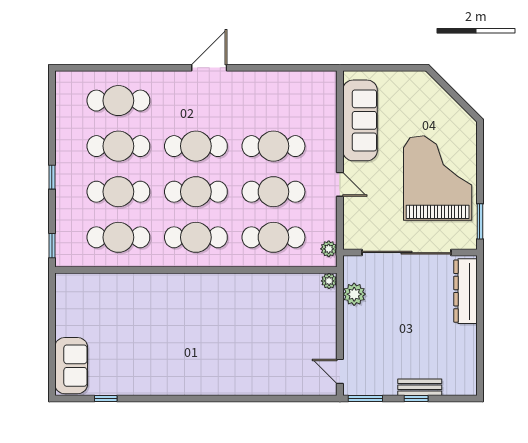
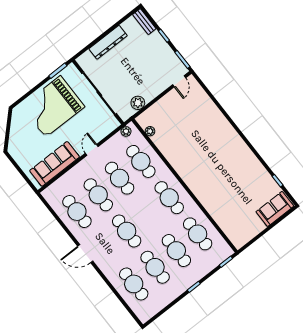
cafe table: (196, 192) -> (77, 212), moved
plant: (329, 281) -> (150, 131), moved
dresser: (465, 291) -> (108, 42), moved
bench: (420, 387) -> (144, 22), moved

